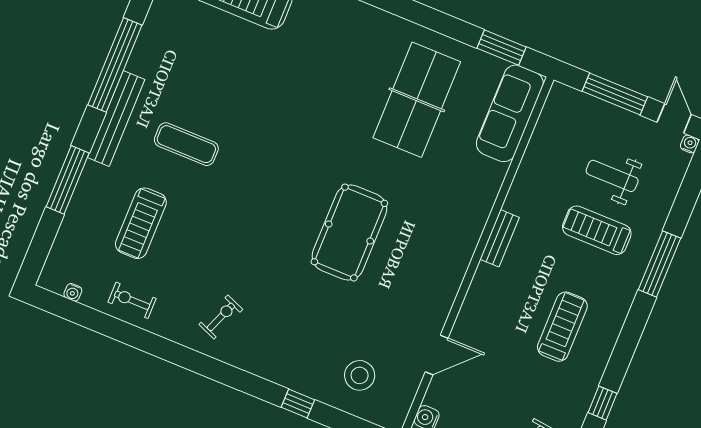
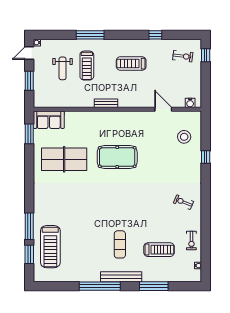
window: (615, 94) -> (29, 81), width x0.69
sofa: (510, 113) -> (49, 120), width x0.73
pool table: (349, 233) -> (117, 157), moved

